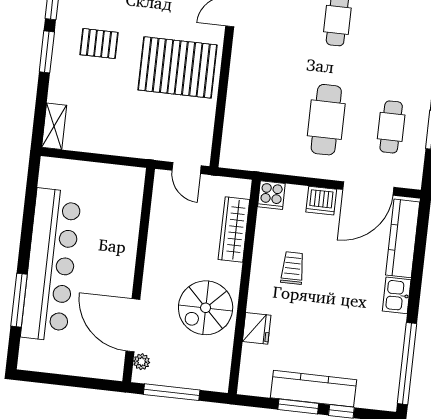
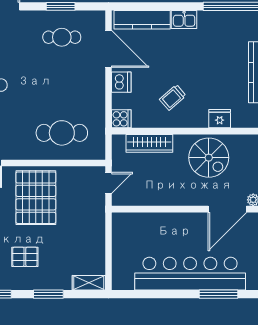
pallet: (99, 44) -> (25, 257), turned 90
window: (47, 52) -> (48, 294), moved
cafe table: (326, 120) -> (62, 133), moved
trolley: (293, 268) -> (173, 98), turned -41

